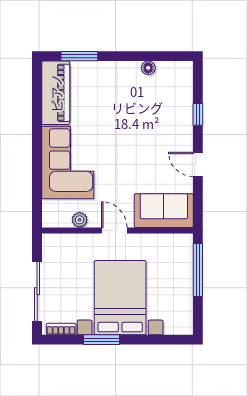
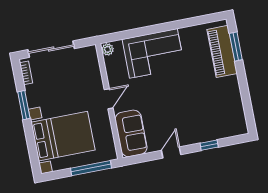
floor lamp: (148, 68) -> (237, 100), removed
piano: (56, 93) -> (222, 51), moved, turned 90
plant: (80, 220) -> (108, 49), moved
bed with nightstands: (120, 298) -> (63, 136), moved

